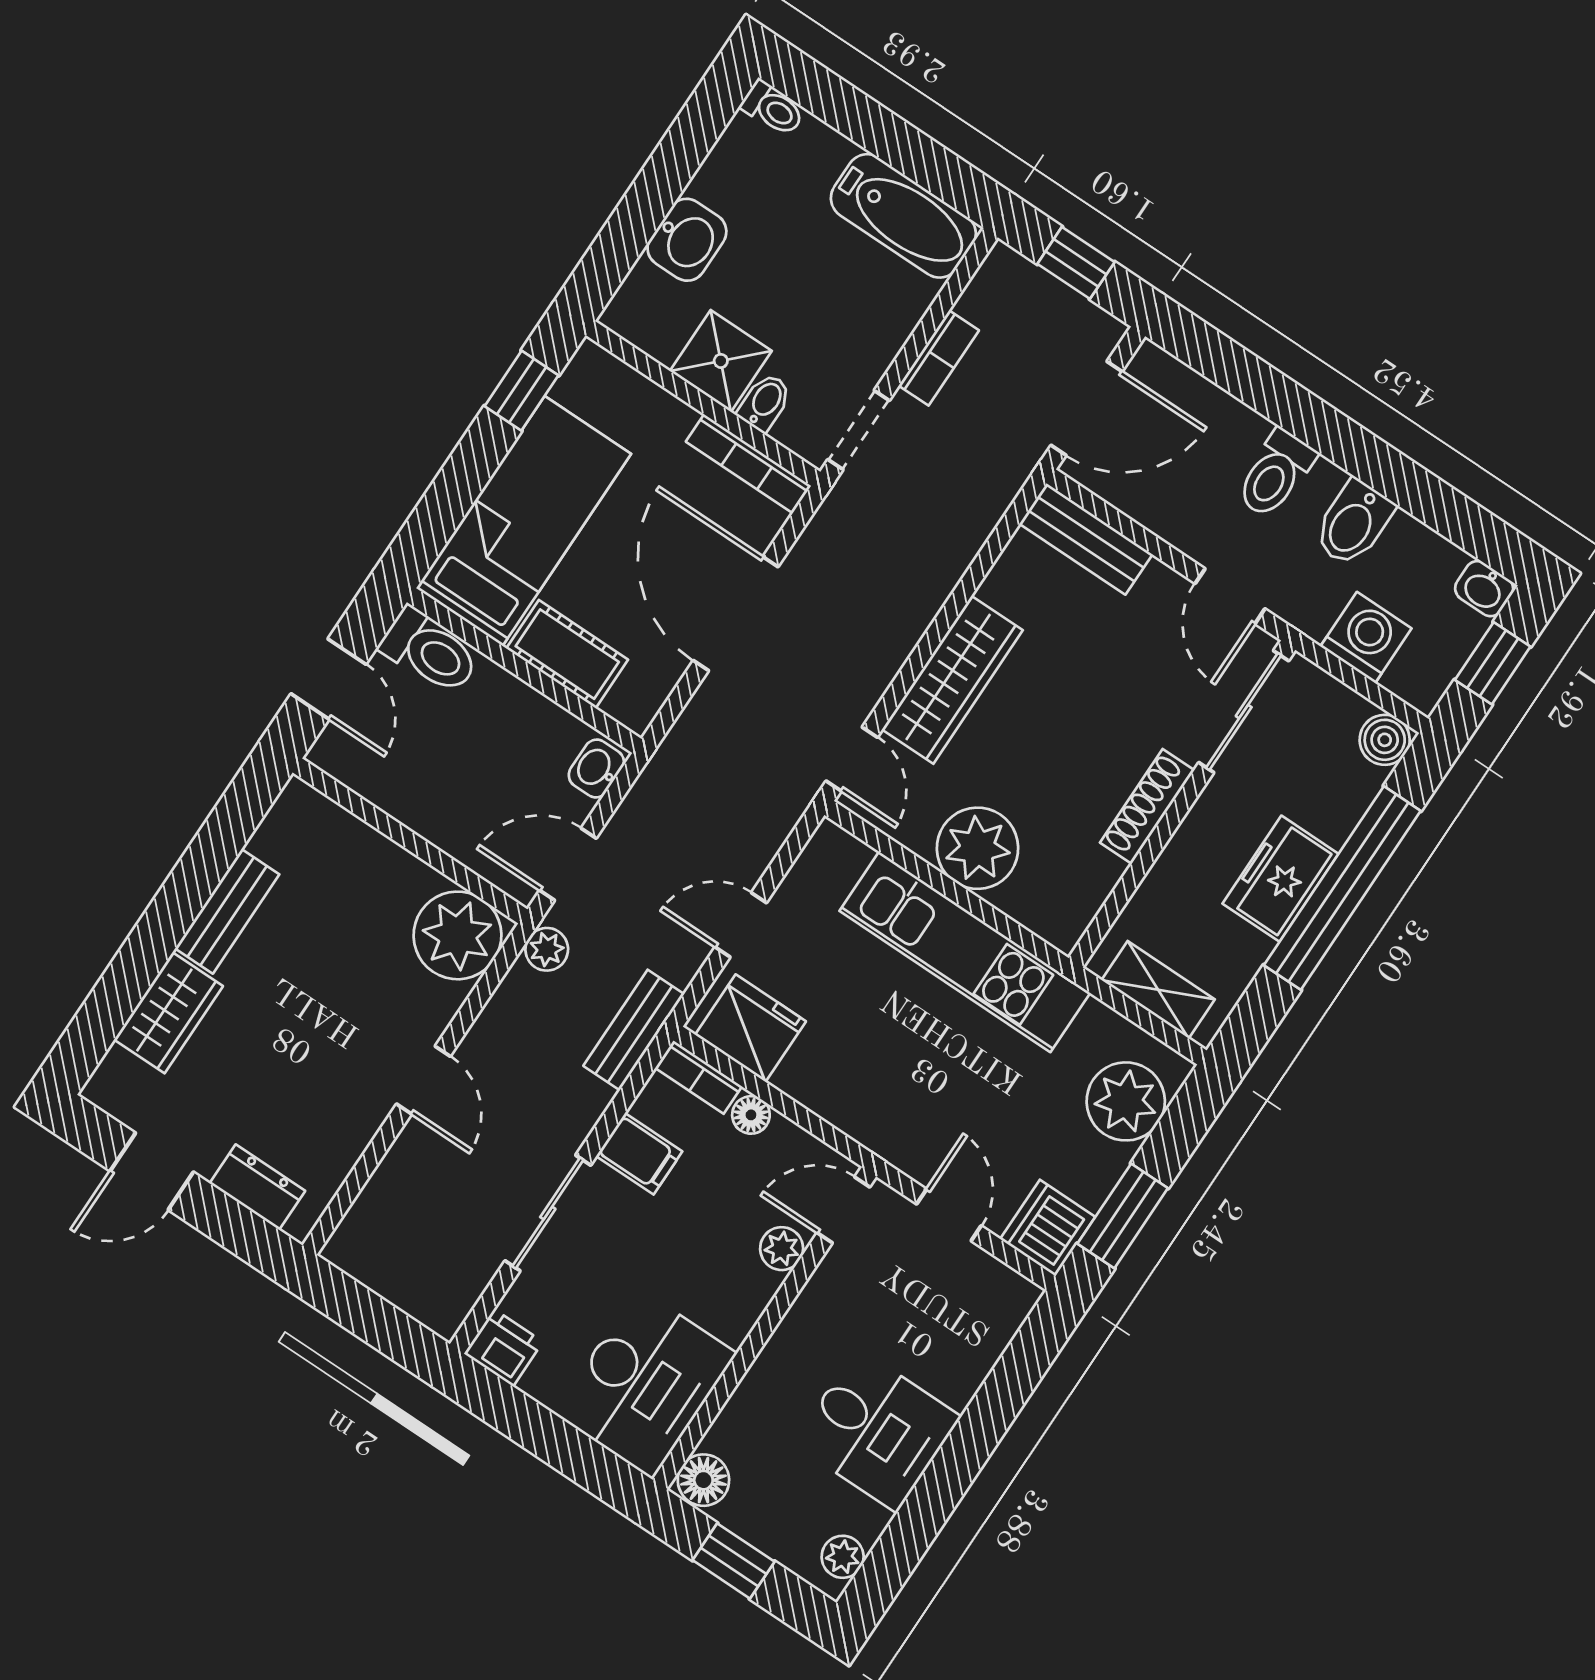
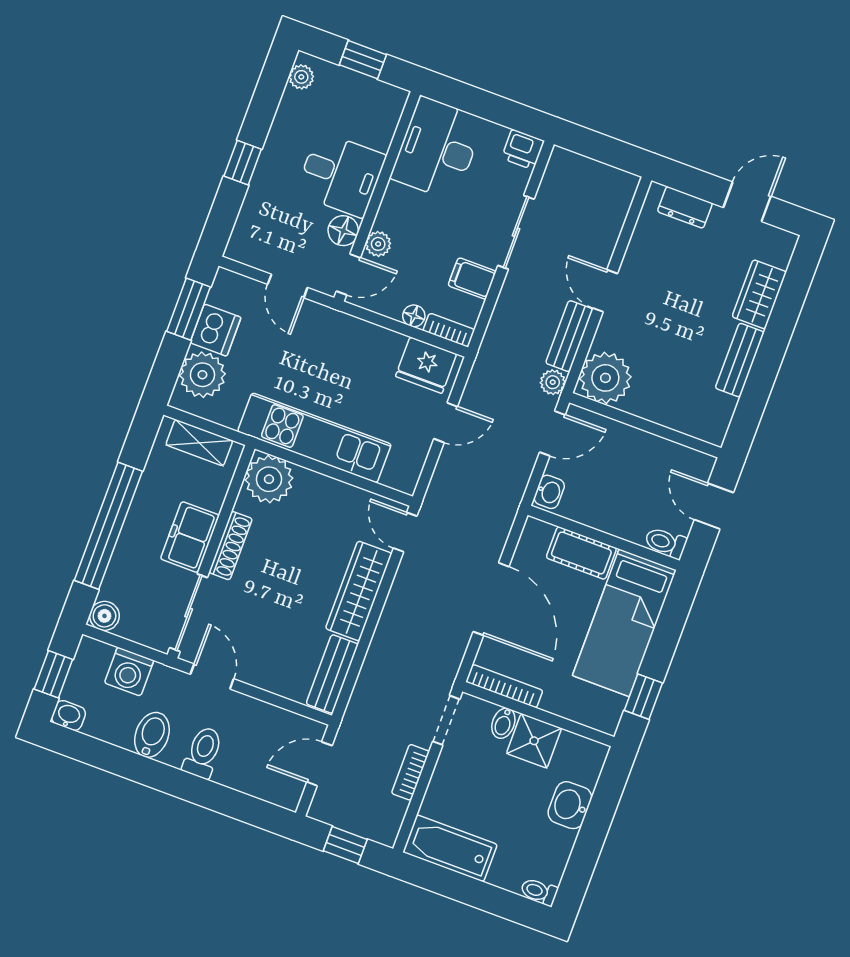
door: (1087, 408) -> (319, 764), width x0.73
bench: (1086, 539) -> (332, 674), moved, turned 90
toilet: (430, 651) -> (666, 543), width x0.73, depth x0.72
plant: (978, 848) -> (269, 479), moved
freezer: (1280, 879) -> (190, 537), moved, turned 180
bench: (634, 1030) -> (569, 336), moved
dishwasher: (1048, 1228) -> (215, 330), moved
desk: (877, 1430) -> (341, 174), moved, turned 180
window: (974, 1438) -> (243, 163), added
floor lamp: (703, 1480) -> (343, 231), moved

